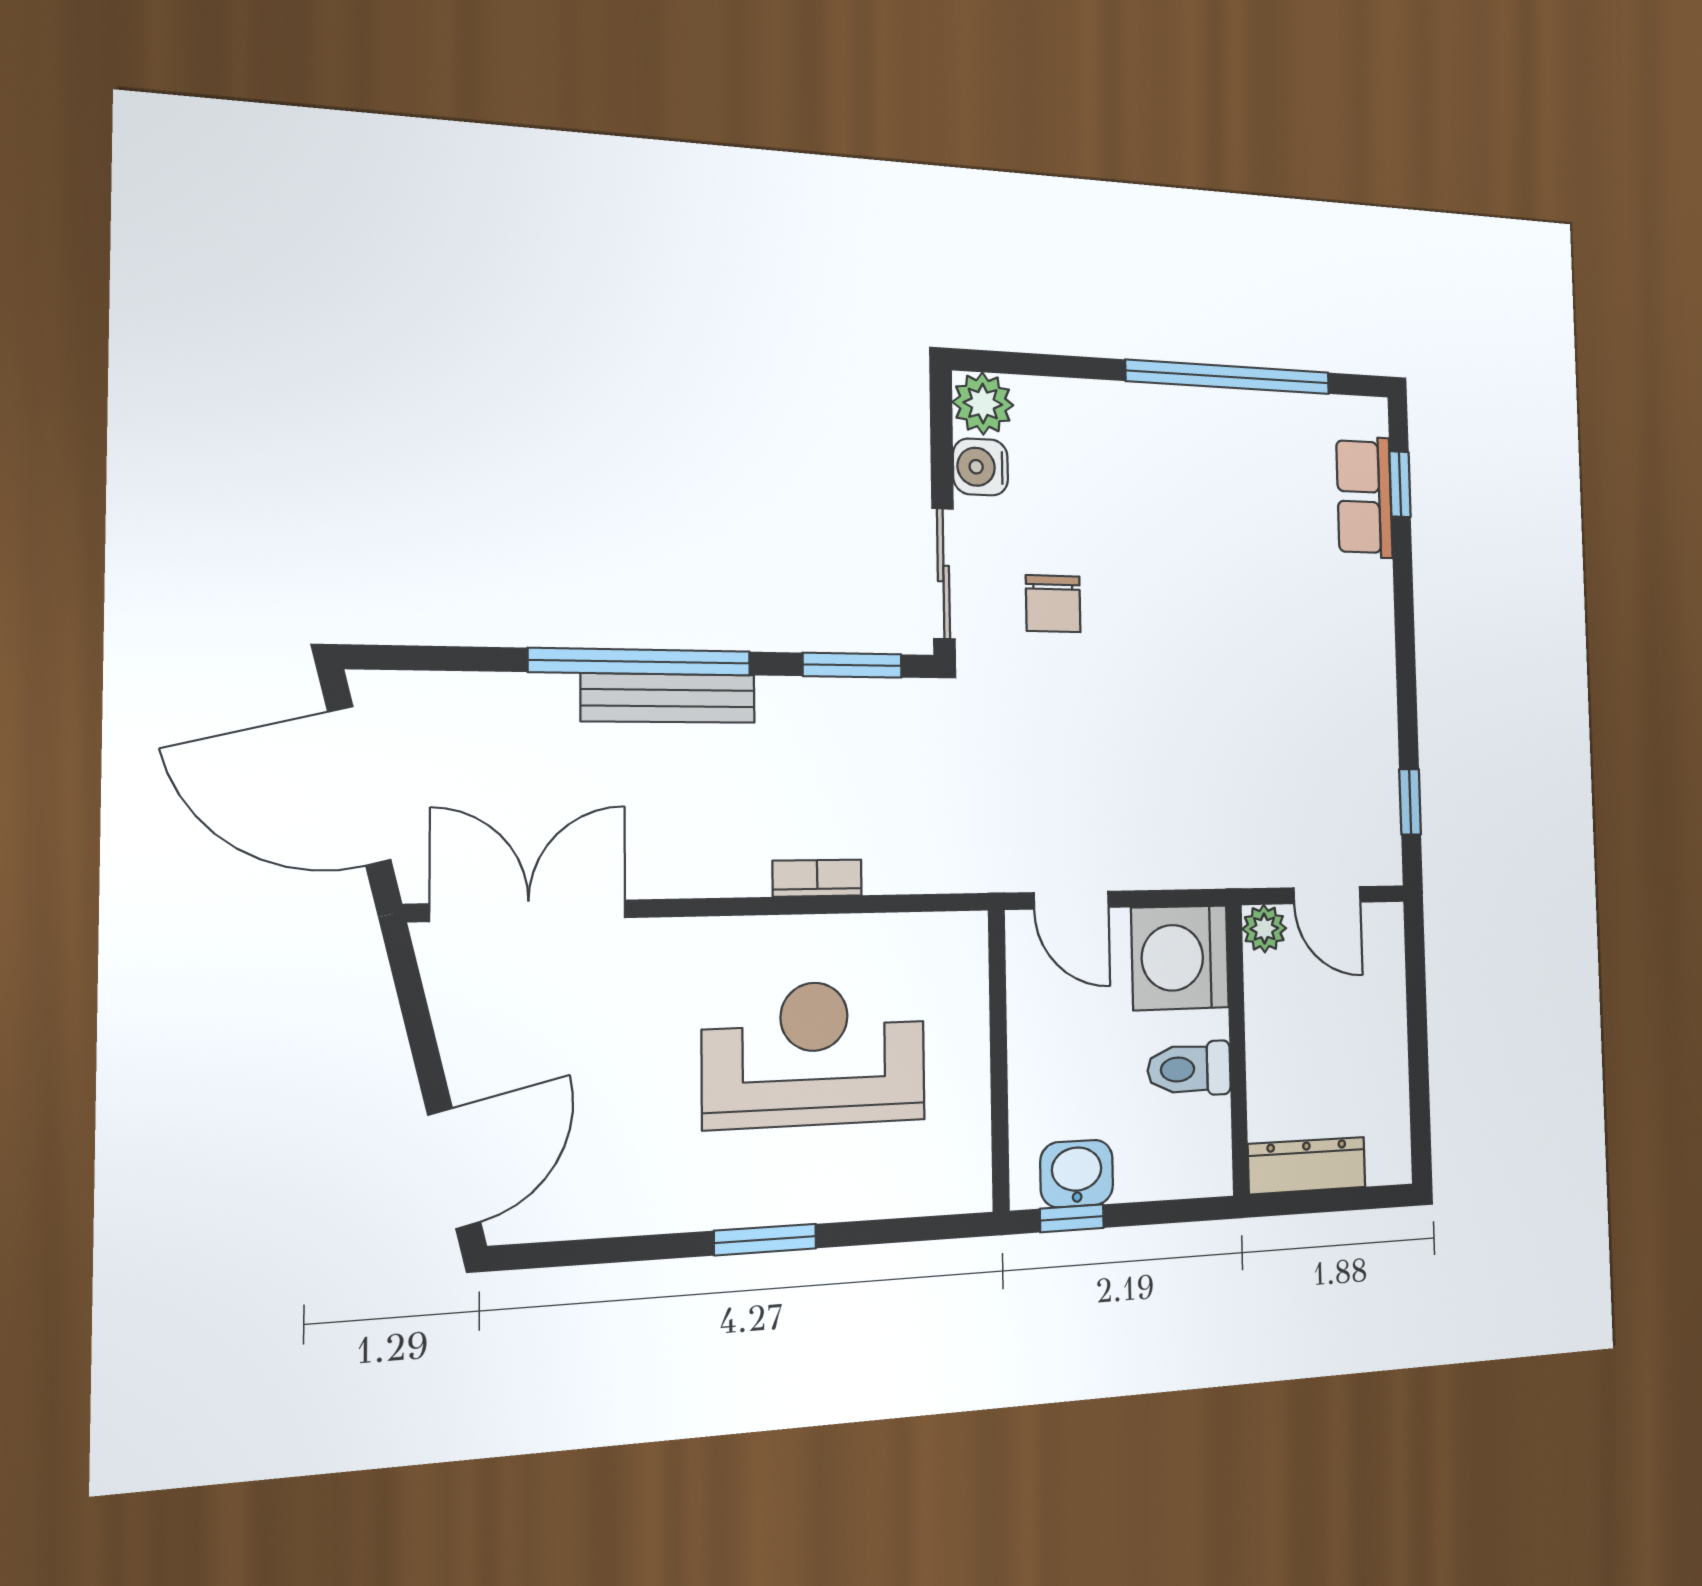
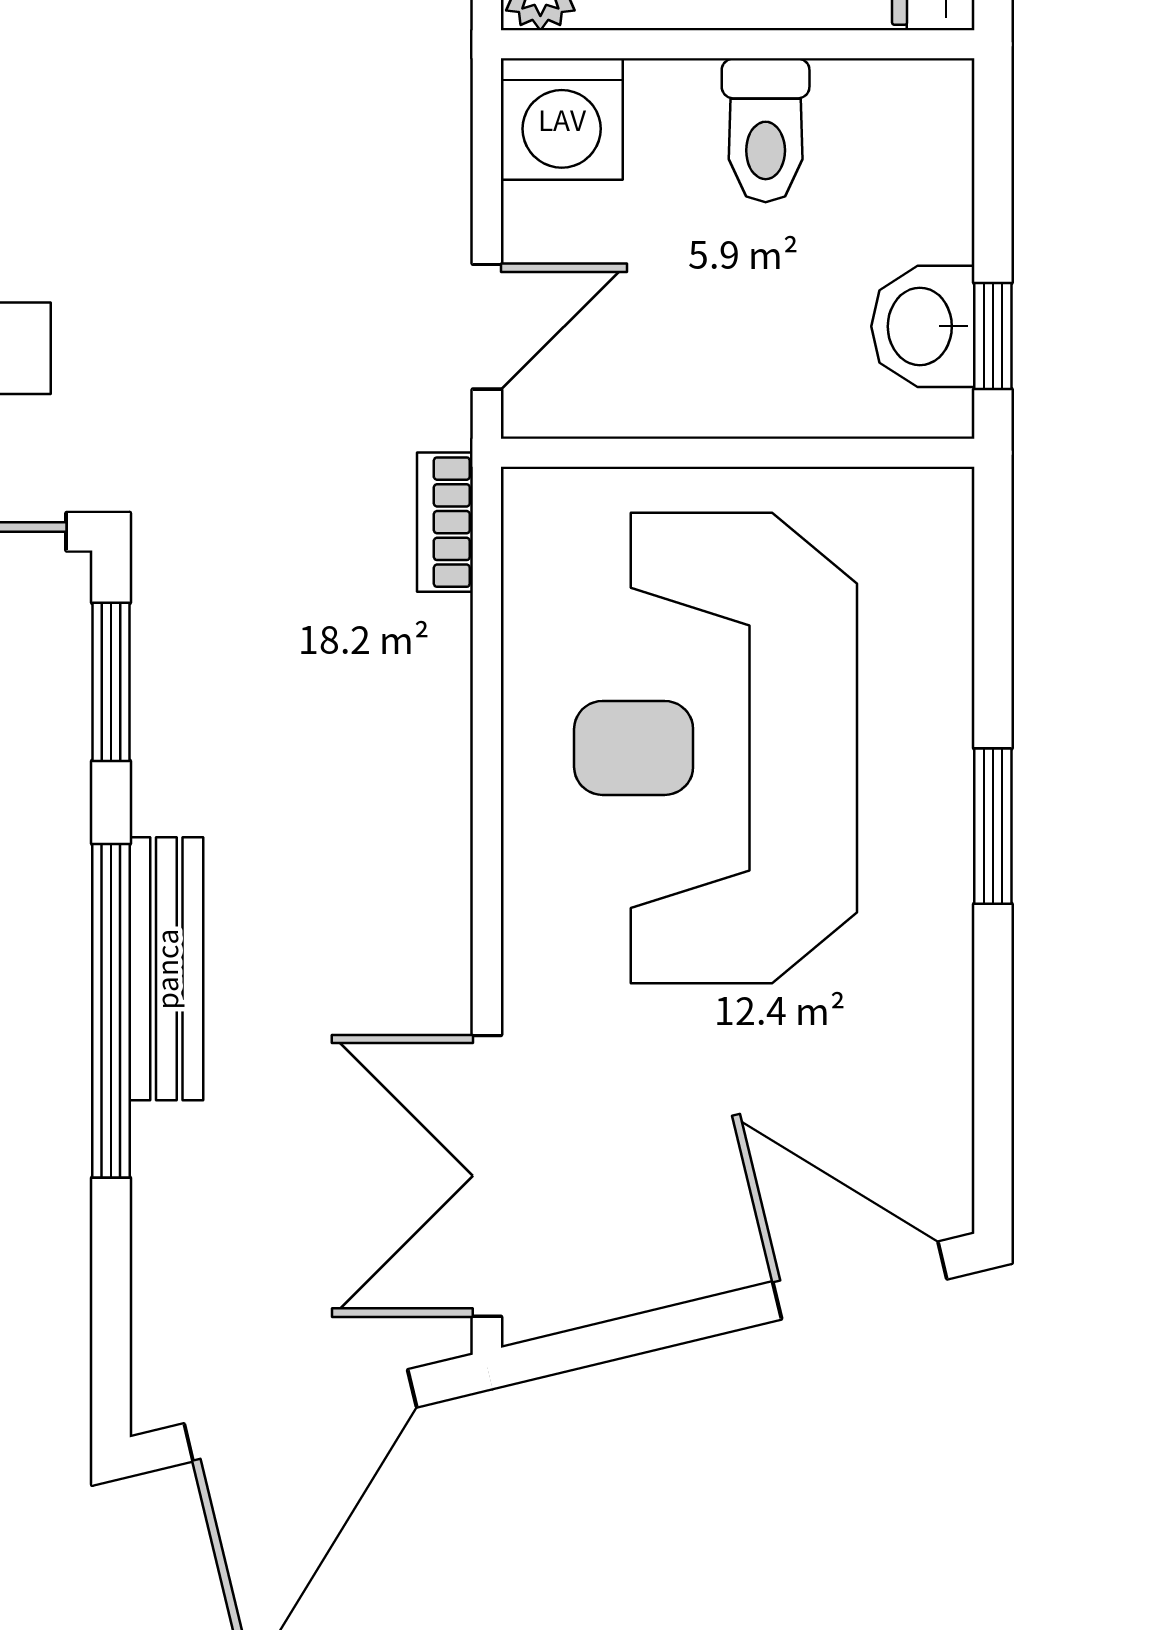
bookcase: (817, 878) -> (445, 522), moved
washing machine: (1180, 958) -> (562, 119), width x0.73, depth x0.73
reception desk: (814, 1054) -> (716, 748), width x1.36, depth x1.30

